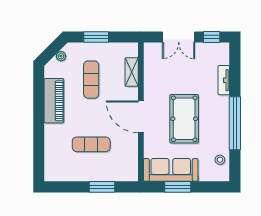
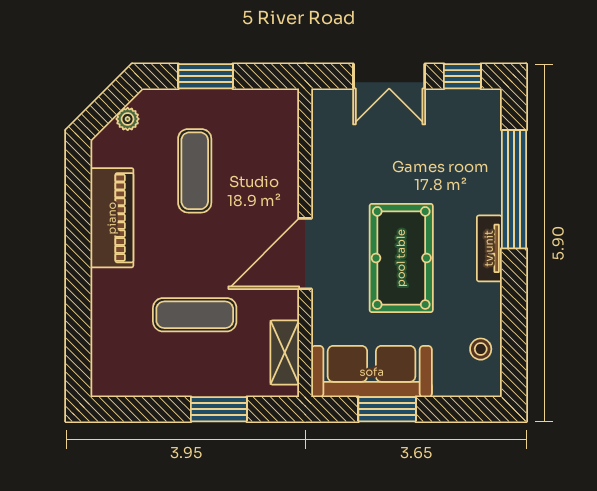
shelving: (132, 72) -> (285, 353), moved
tv unit: (224, 80) -> (489, 248), moved
door: (141, 117) -> (305, 254), hinge flipped
window: (235, 123) -> (514, 189), moved

